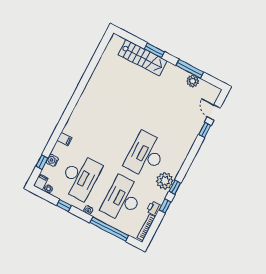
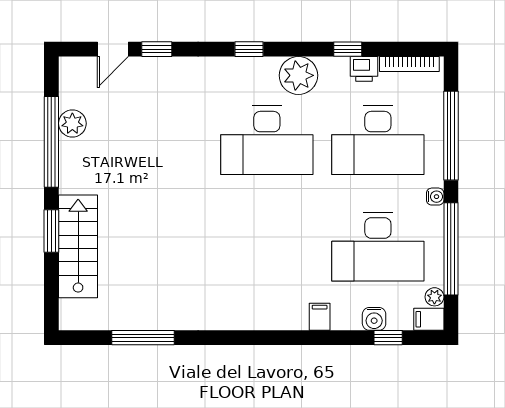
window: (93, 65) -> (143, 338), added
window: (190, 69) -> (51, 142), width x1.46
desk: (80, 177) -> (378, 247), turned 180
window: (175, 187) -> (249, 49), moved
window: (64, 205) -> (451, 249), width x3.17

